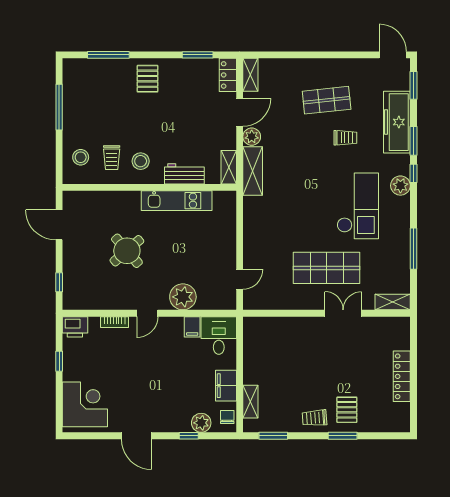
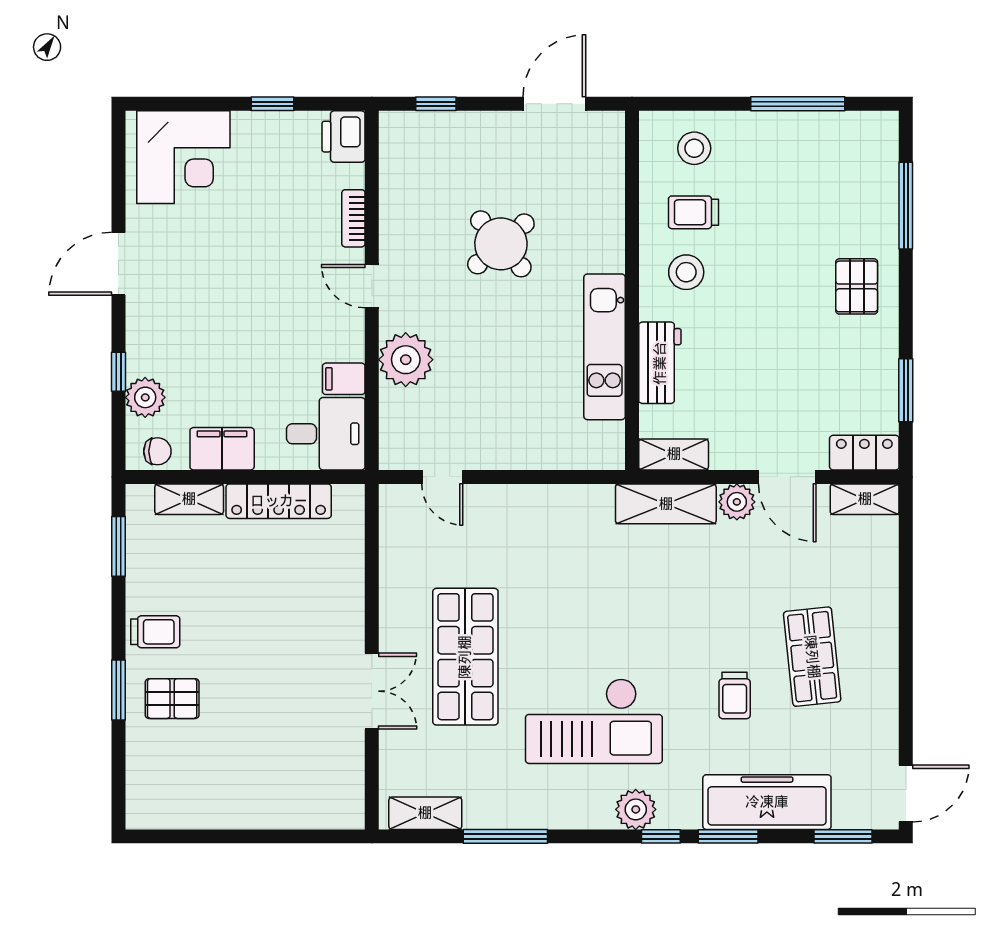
pallet: (147, 79) -> (857, 286), turned 90
shelving: (393, 302) -> (425, 813), moved, turned 90
locker: (402, 376) -> (279, 501), moved, turned 180
trolley: (315, 418) -> (155, 632), turned 94

